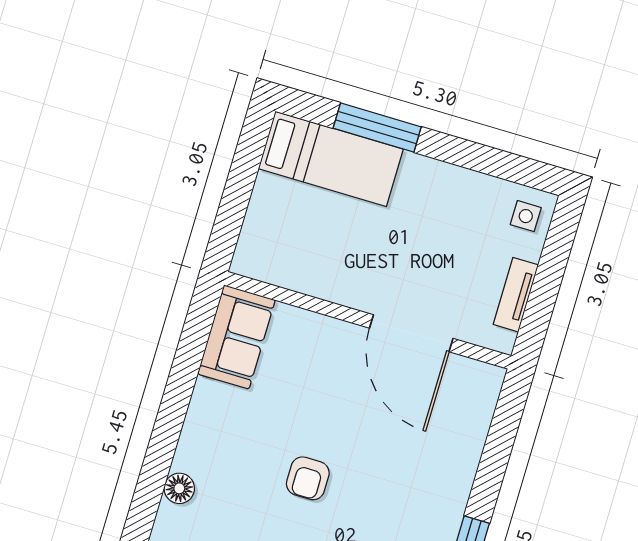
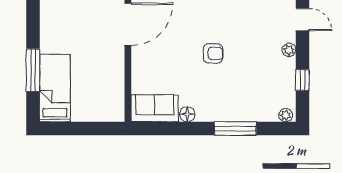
window: (153, 478) -> (235, 129), added
floor lamp: (179, 488) -> (187, 114), moved

